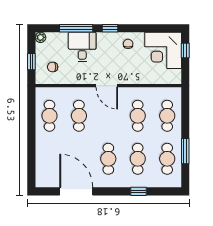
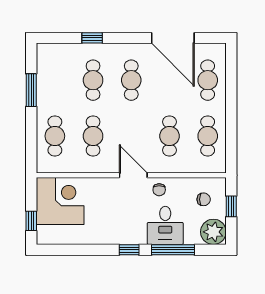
plant: (41, 37) -> (213, 232), width x1.88, depth x1.88
chair: (128, 44) -> (159, 190), moved
corner desk: (163, 50) -> (60, 201), moved
cafe table: (167, 159) -> (208, 80), moved

